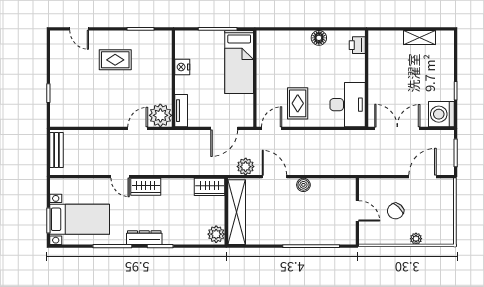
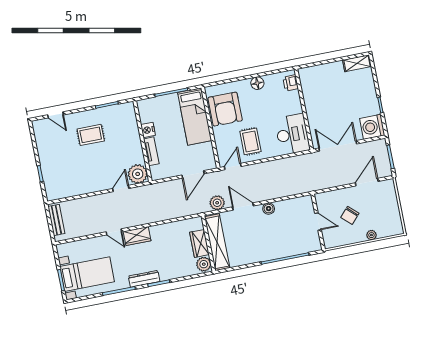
shelving: (419, 37) -> (357, 63), moved
armchair: (276, 60) -> (225, 109), added
tv unit: (181, 111) -> (151, 151), moved
wardrobe: (210, 187) -> (199, 243), moved, turned 90

